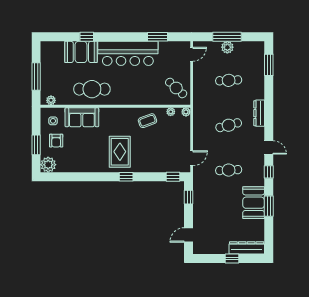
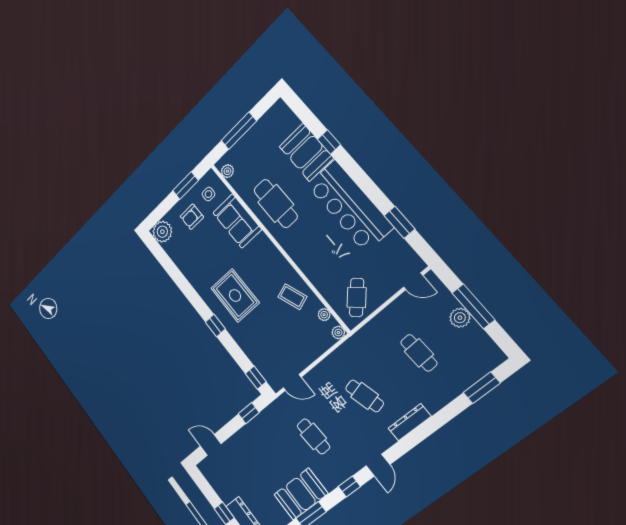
window: (36, 145) -> (185, 185), moved
rug: (120, 152) -> (235, 295), turned 90

